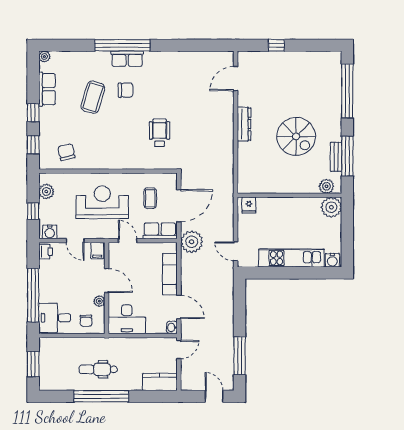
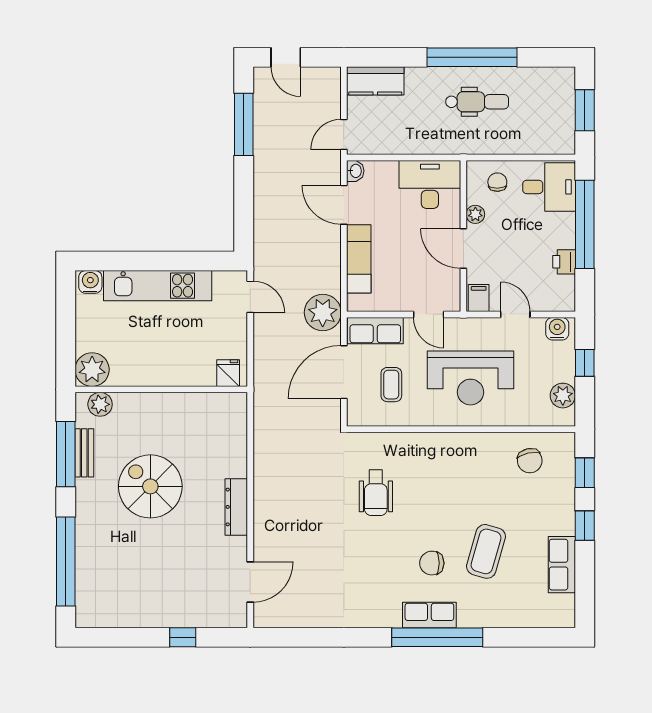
plant: (44, 57) -> (566, 619), removed
printer: (46, 252) -> (564, 262), moved

